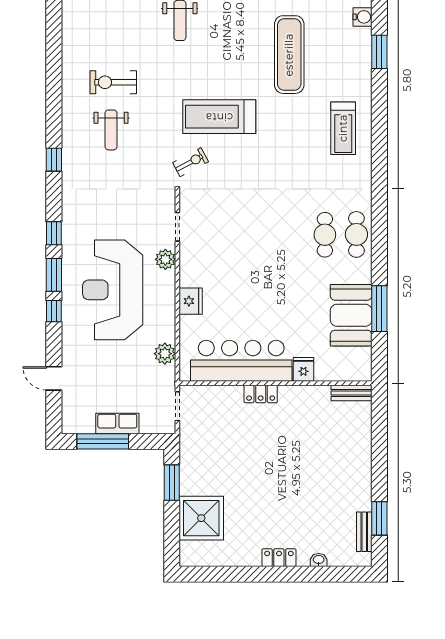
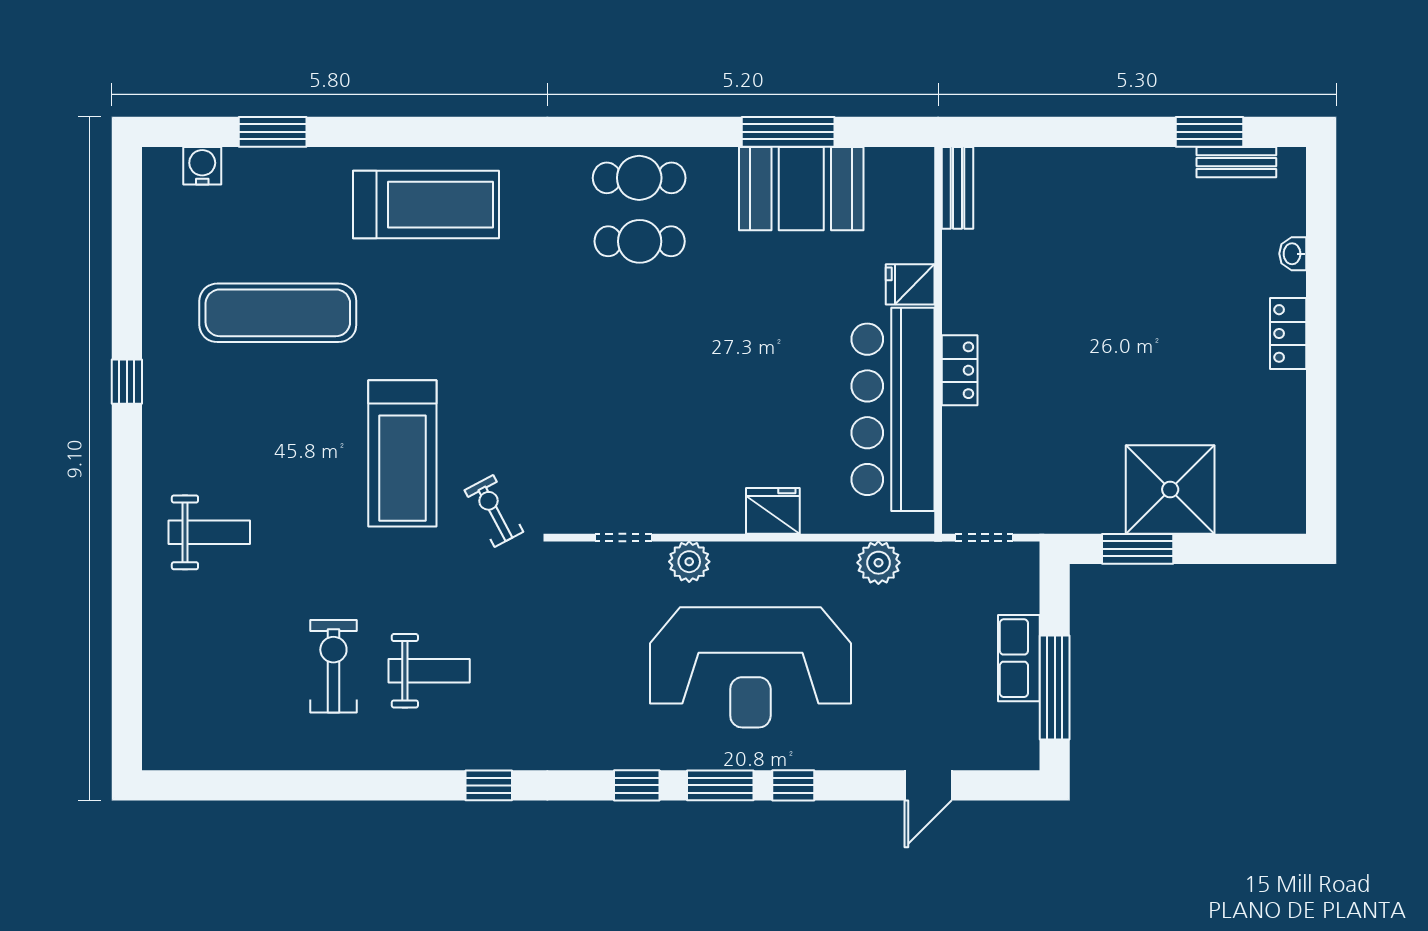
exercise bike: (113, 82) -> (333, 666), turned 180
treadmill: (343, 128) -> (426, 205), width x1.37, depth x1.38
shower: (201, 518) -> (1170, 489), moved

